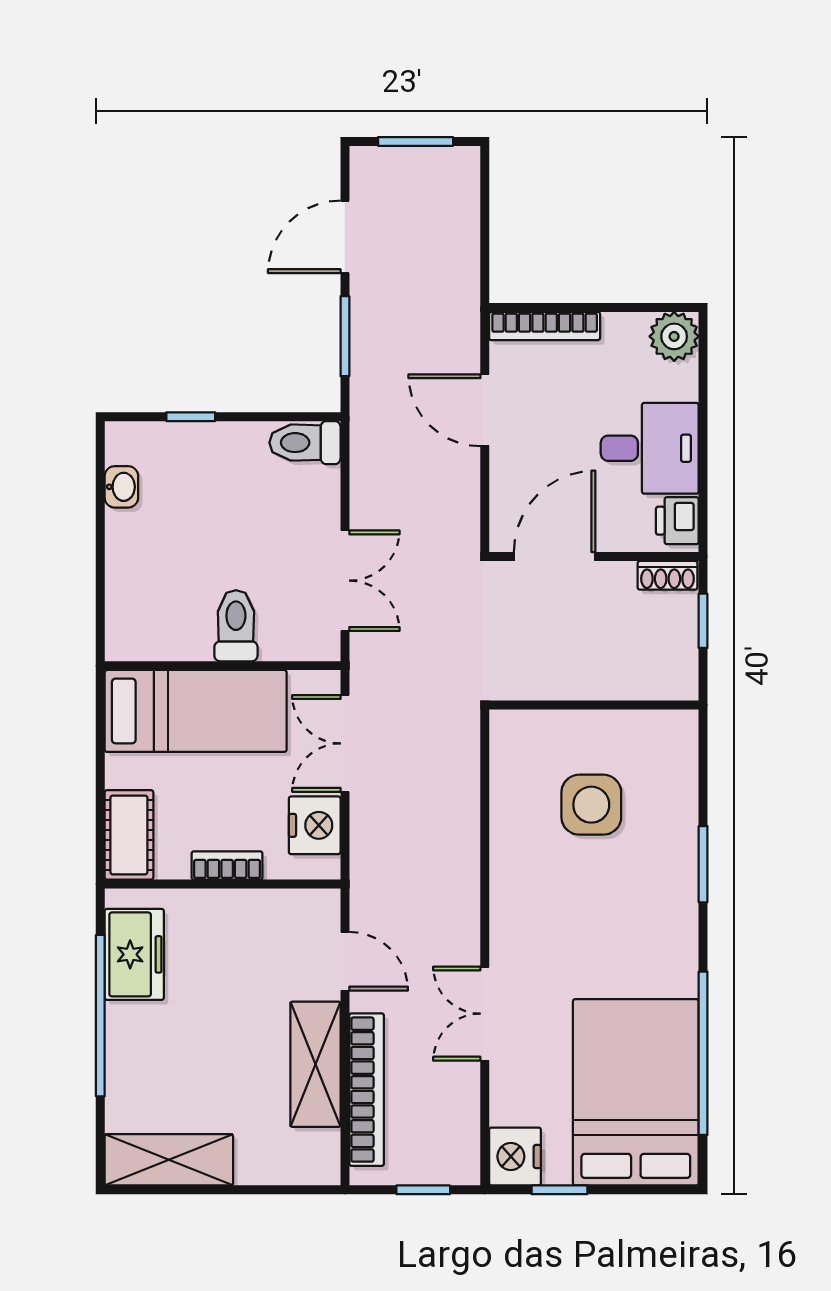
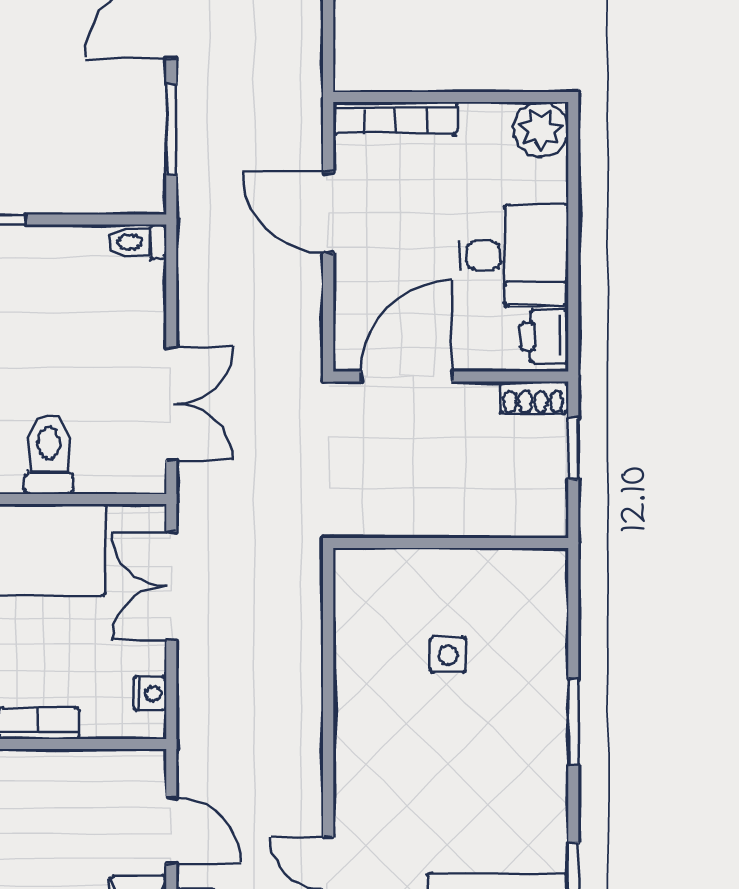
toilet: (305, 443) -> (138, 242), width x0.73, depth x0.72
side table: (591, 805) -> (448, 655), width x0.54, depth x0.54
nightstand: (315, 825) -> (150, 693), width x0.53, depth x0.56

